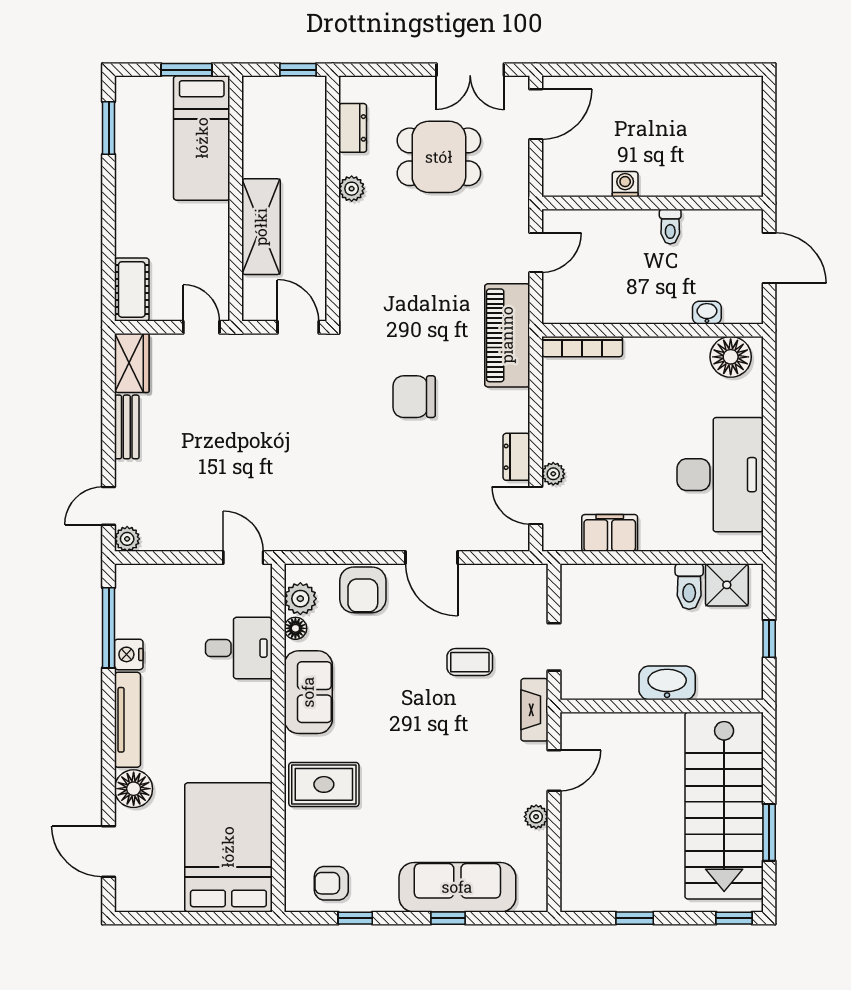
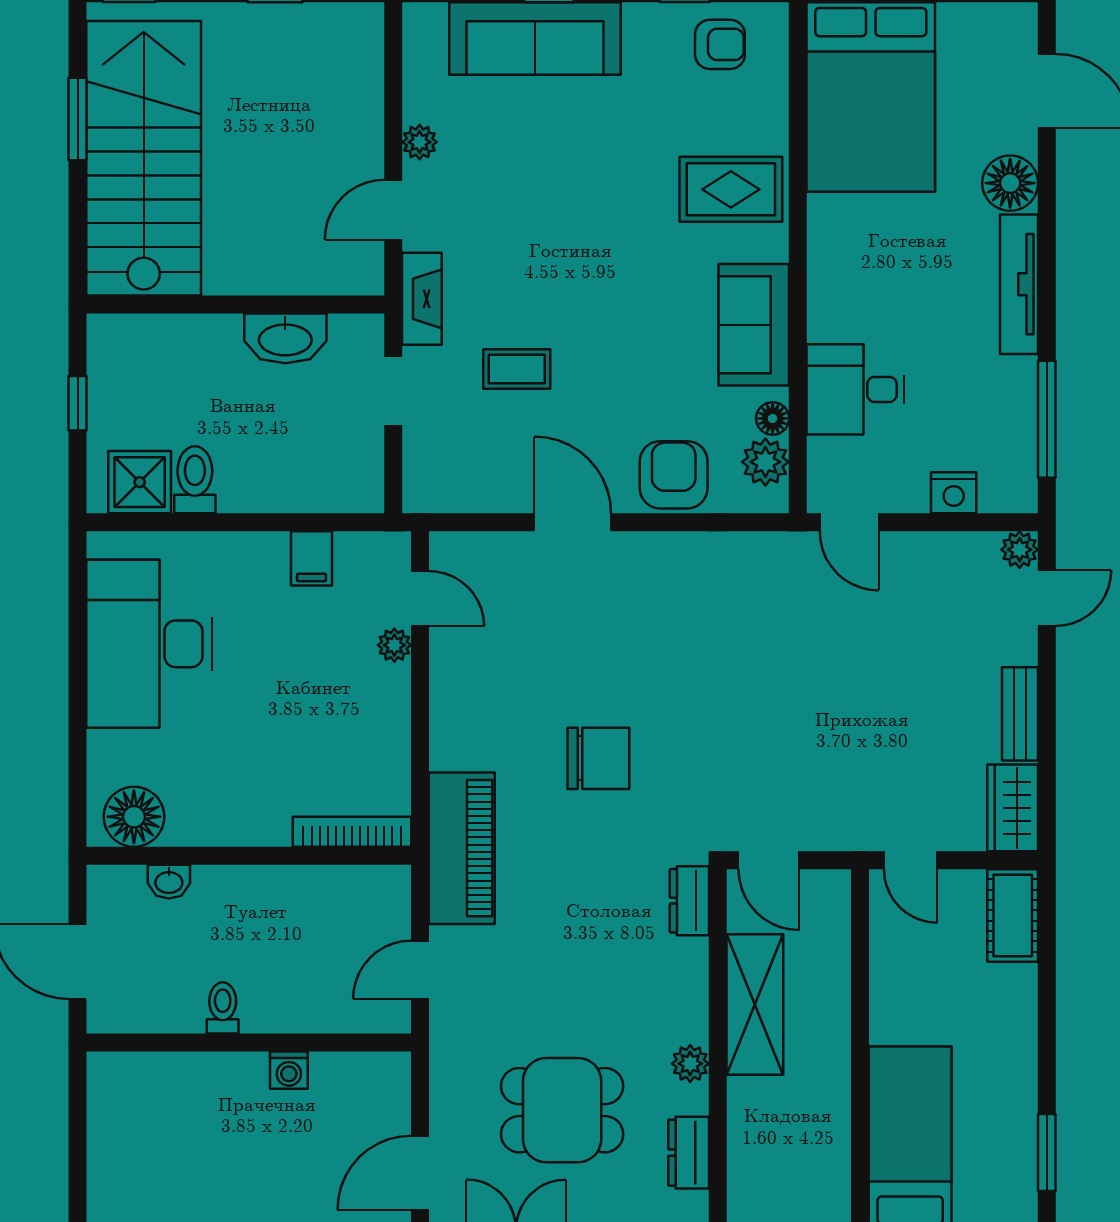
shelving: (261, 227) -> (755, 1004), moved
dresser: (516, 457) -> (689, 901), moved, turned 180
filing cabinet: (610, 533) -> (312, 558), width x0.50
nightstand: (129, 654) -> (954, 493), moved, turned 90
washbasin: (667, 683) -> (285, 338), moved

